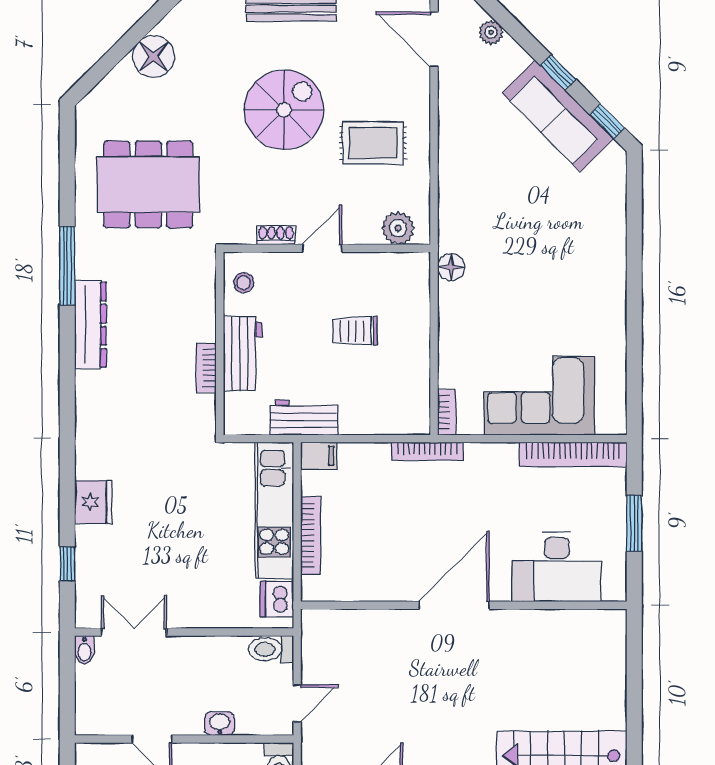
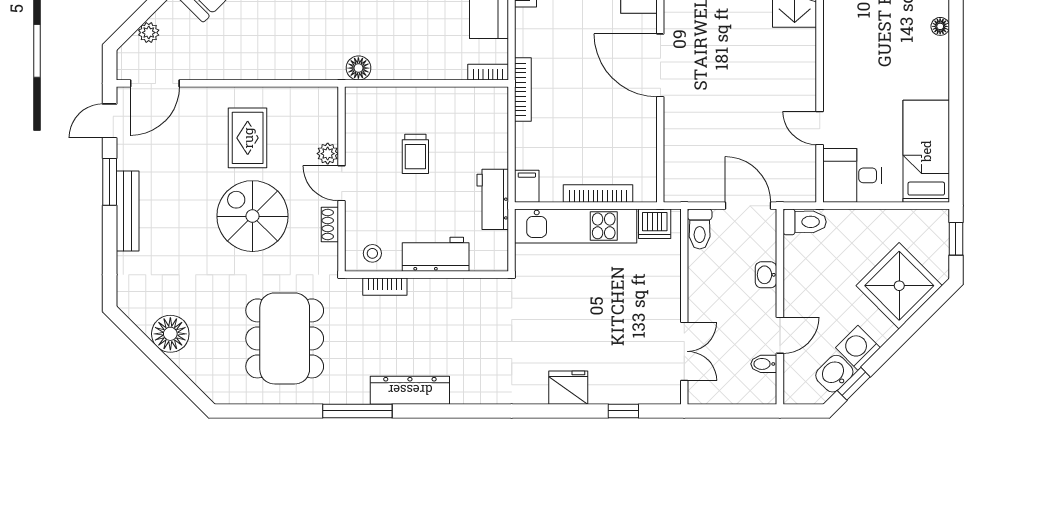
spiral stairs: (284, 110) -> (252, 216), moved
plant: (398, 228) -> (328, 154), moved, width x0.73, depth x0.73
bookcase: (206, 368) -> (385, 287), moved
double door: (134, 632) -> (684, 351), swing flipped
bidet: (84, 650) -> (764, 364), moved, turned 180
door: (297, 703) -> (748, 206), width x1.38

